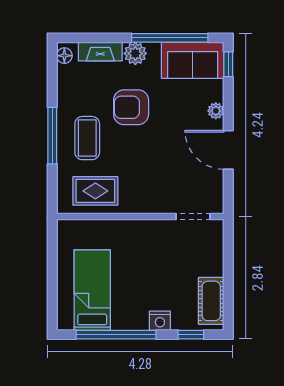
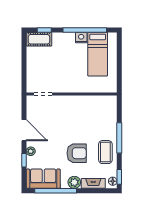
window: (52, 64) -> (119, 177), added
window: (228, 64) -> (24, 160), moved
coffee table: (87, 138) -> (105, 152), moved
rug: (95, 191) -> (96, 108), removed
cot: (211, 301) -> (39, 39), moved, turned 90
nightstand: (160, 321) -> (81, 38), moved

